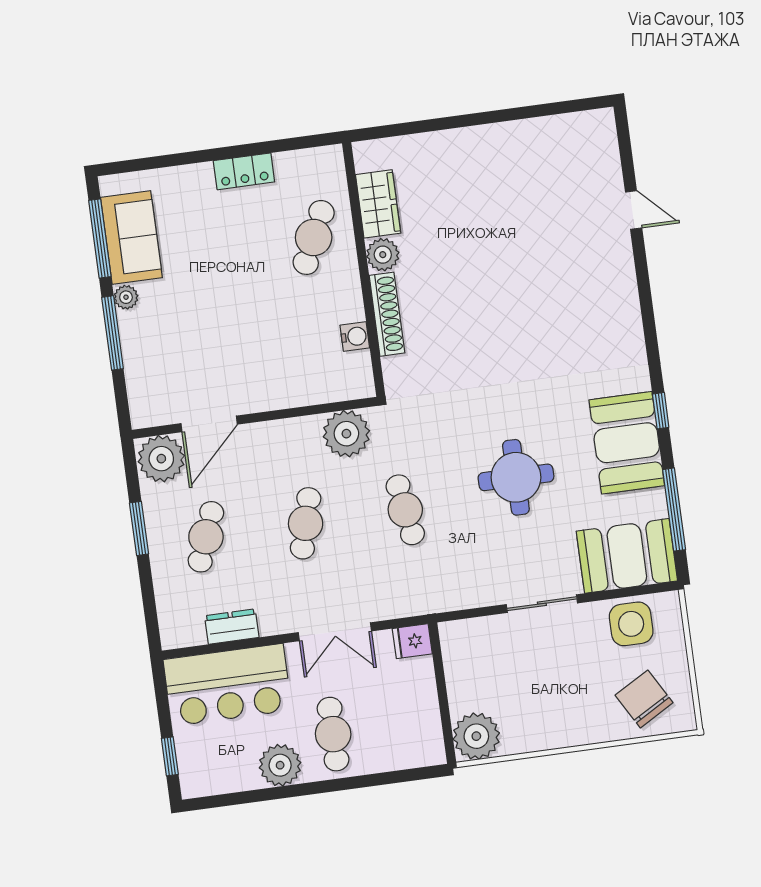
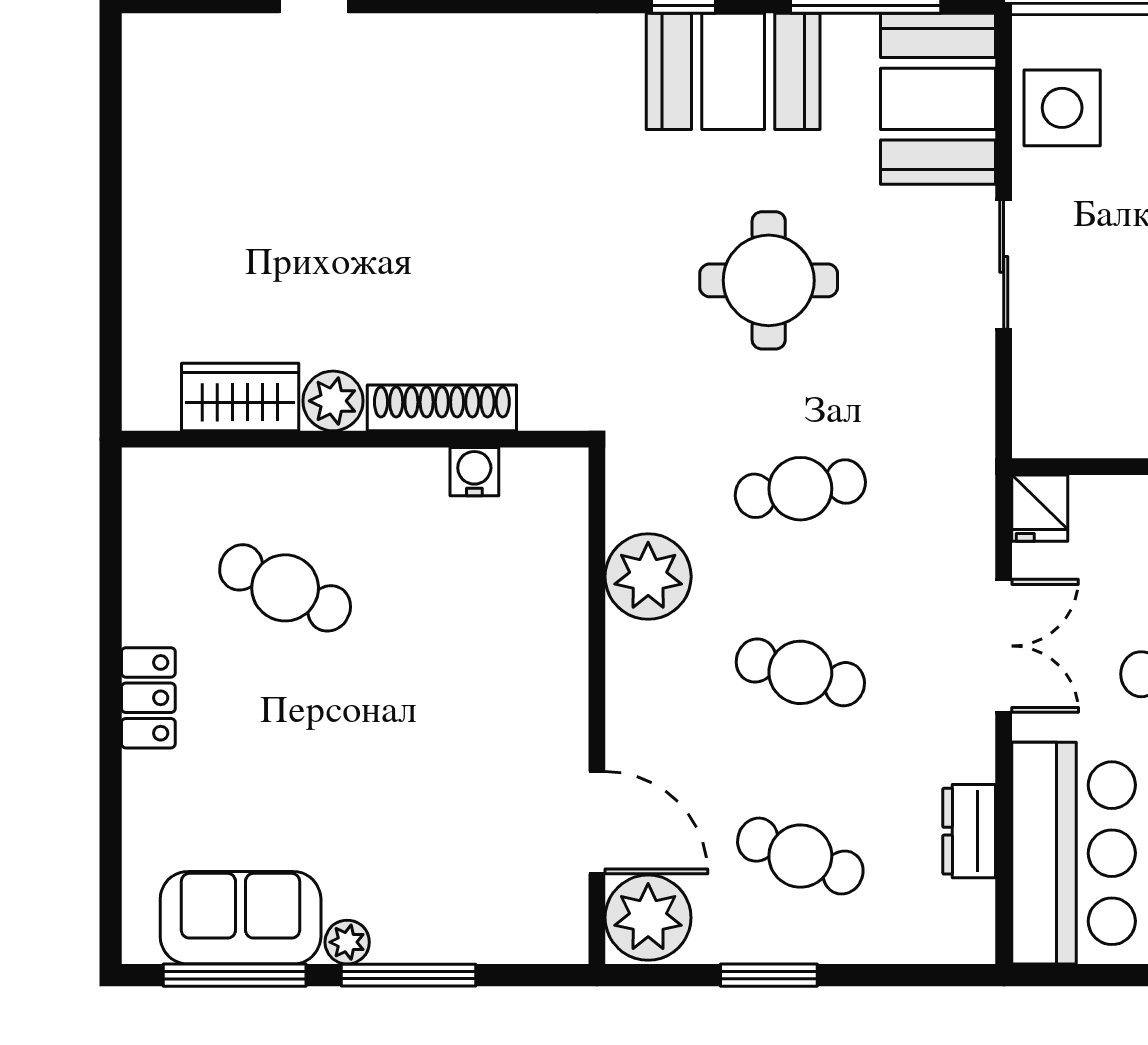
wardrobe: (378, 204) -> (240, 397), moved
plant: (383, 255) -> (333, 401), moved
wall: (364, 269) -> (355, 439), moved
shoe rack: (387, 314) -> (442, 408), moved
water cooler: (355, 337) -> (474, 472), moved

